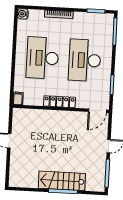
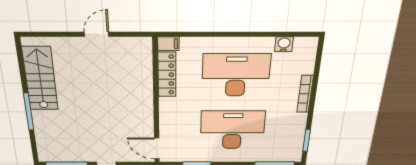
water cooler: (23, 14) -> (284, 44), moved
locker: (59, 102) -> (167, 75), moved
stairs: (62, 181) -> (40, 79), moved

